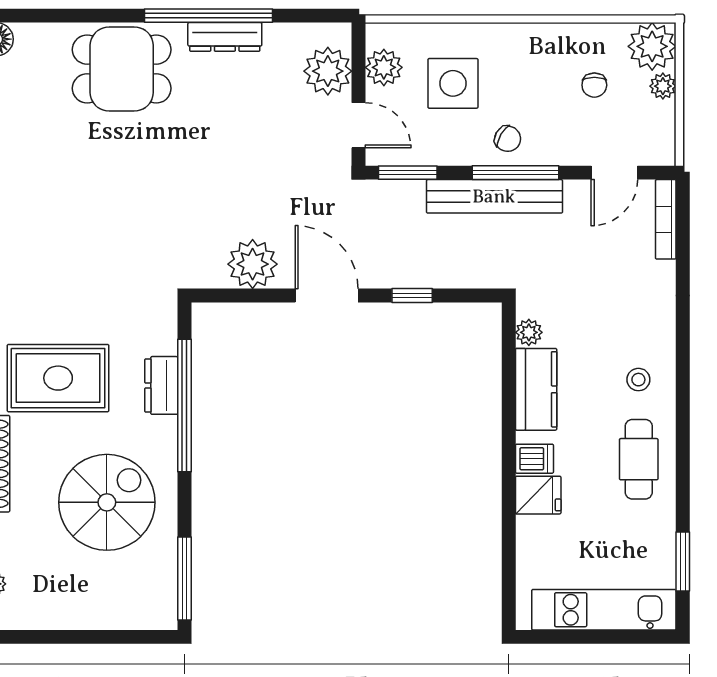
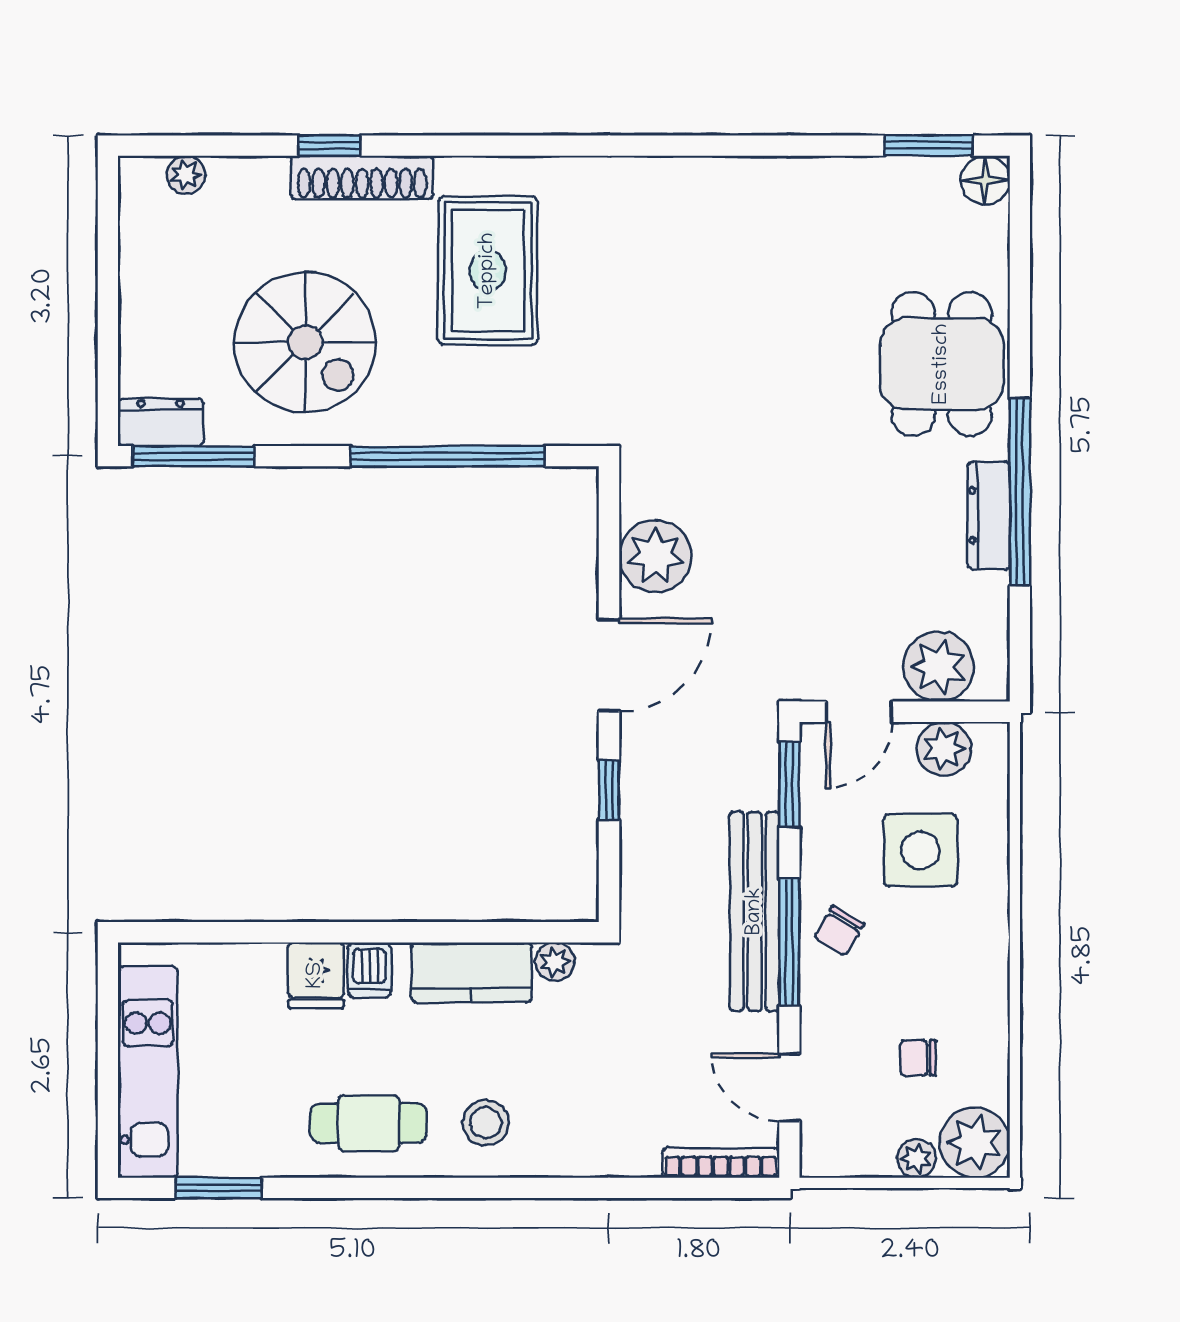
stool: (638, 380) -> (486, 1123), width x1.37, depth x1.37
dresser: (161, 385) -> (161, 422), moved

